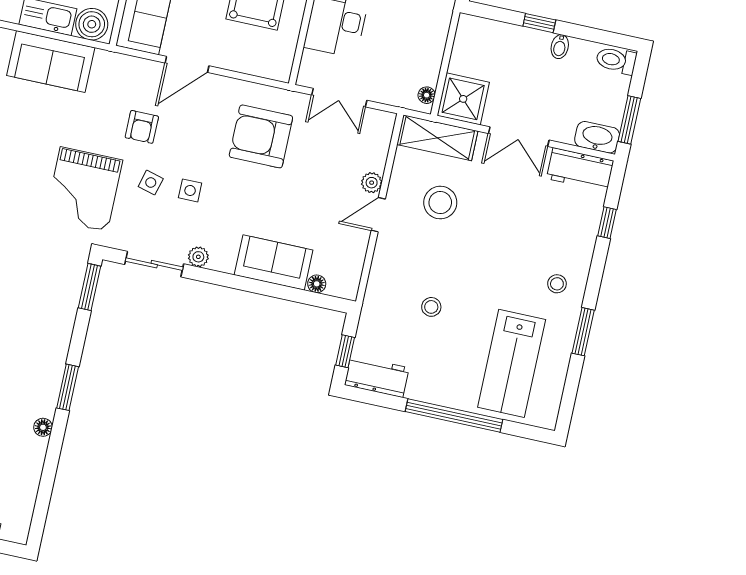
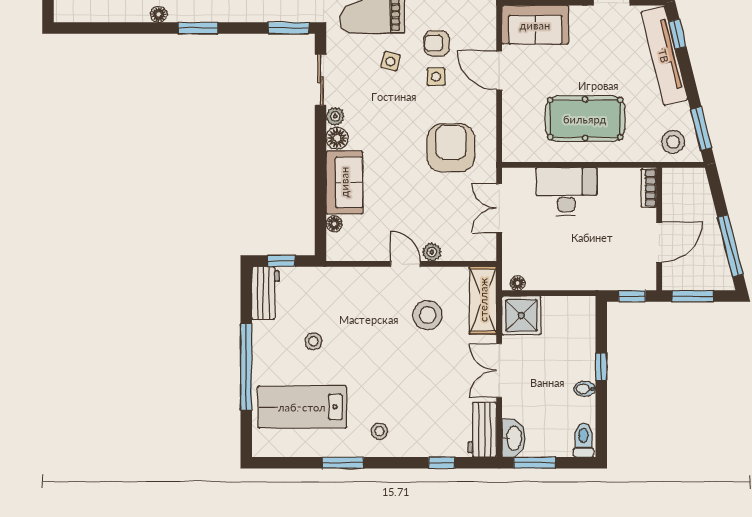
side table: (190, 190) -> (436, 77), moved
floor lamp: (223, 260) -> (337, 138), added
stool: (431, 307) -> (313, 341), moved

